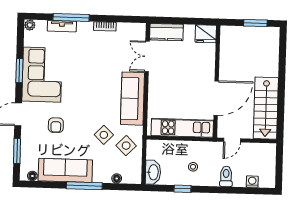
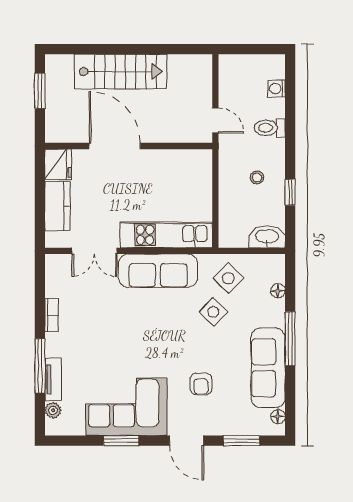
plant: (30, 25) -> (53, 410), moved
kitchen counter: (166, 32) -> (57, 206), moved
door: (216, 98) -> (115, 146), moved
stairs: (266, 108) -> (120, 72), moved
armchair: (56, 125) -> (201, 384), turned 90
kitchen unit: (182, 128) -> (166, 235), moved, turned 90

